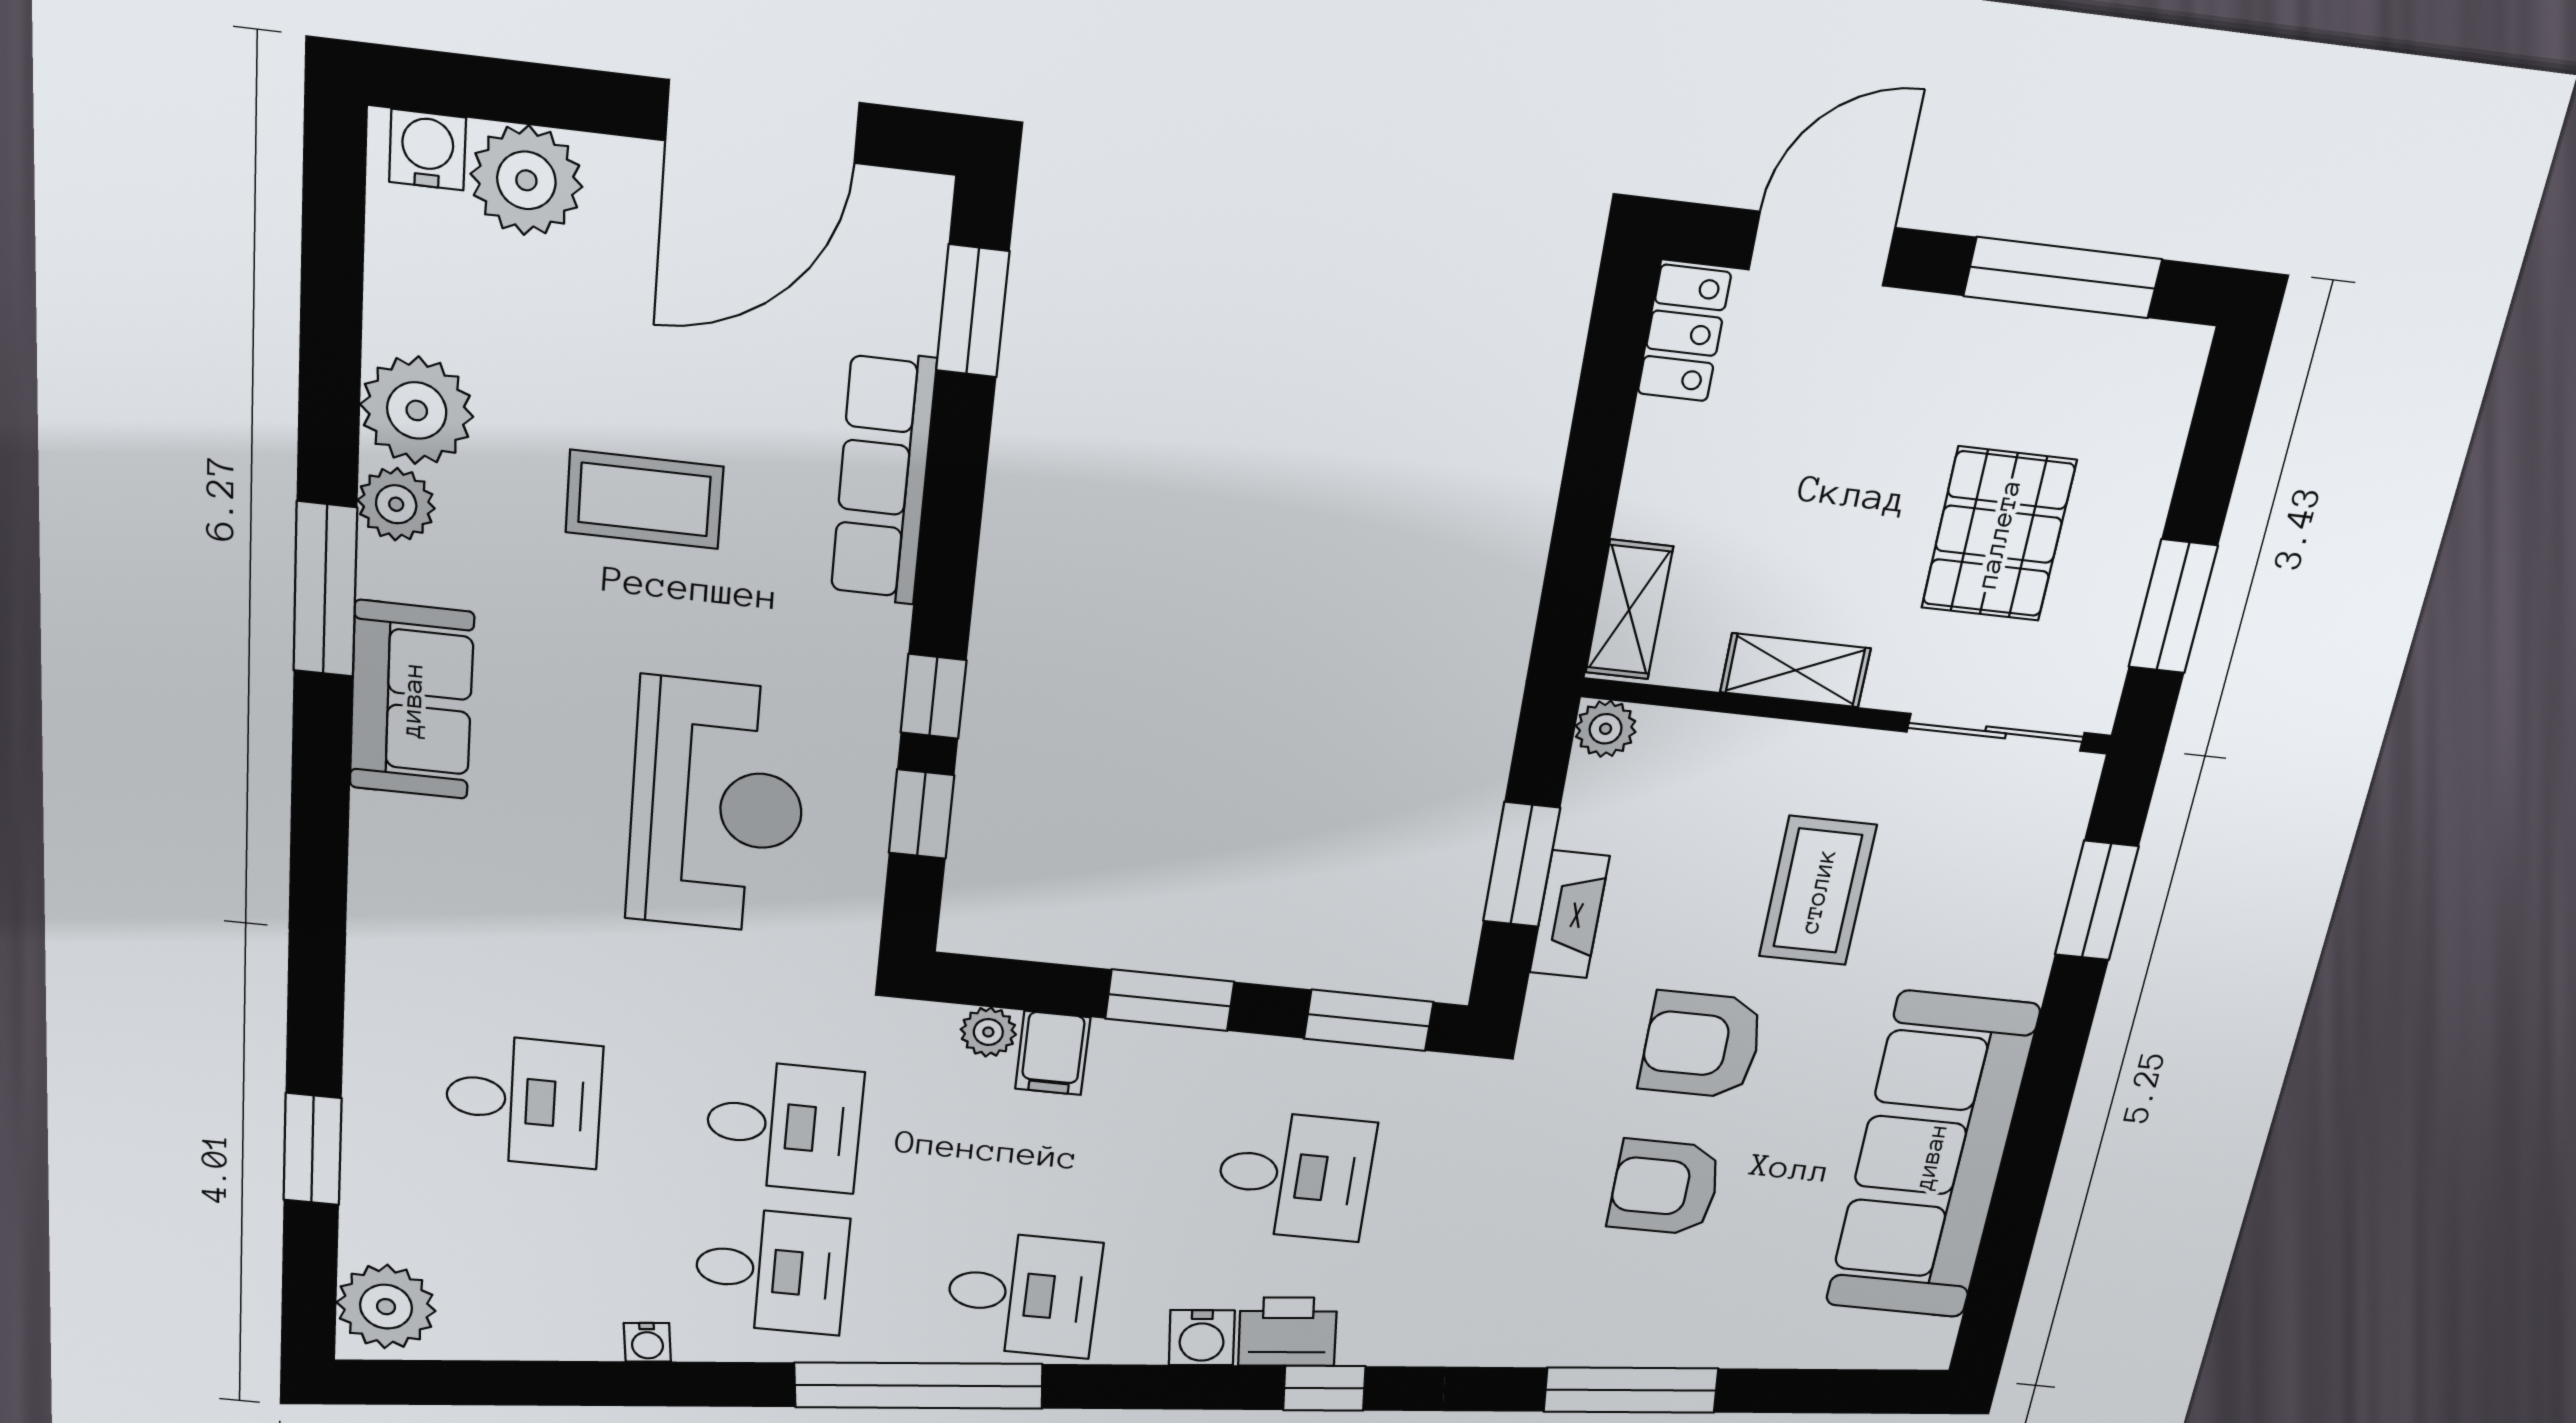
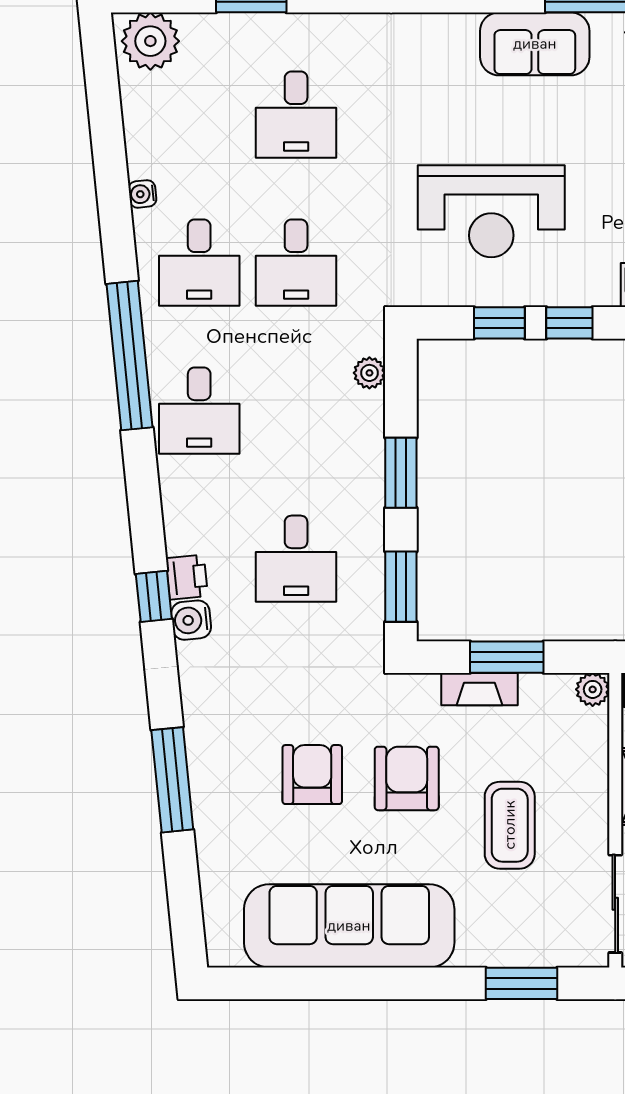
coffee table: (1818, 891) -> (510, 825), turned 90
filing cabinet: (1053, 1053) -> (360, 411), removed
printer: (1288, 1332) -> (187, 577), width x0.73, depth x0.81
water cooler: (1202, 1338) -> (191, 620), moved

